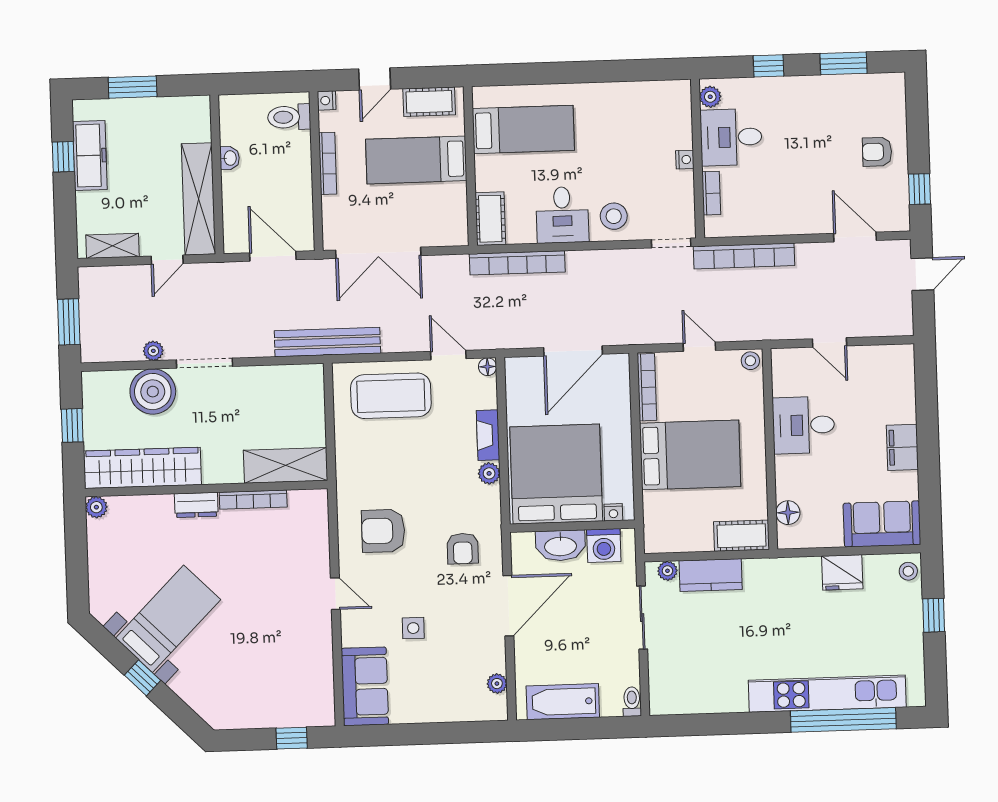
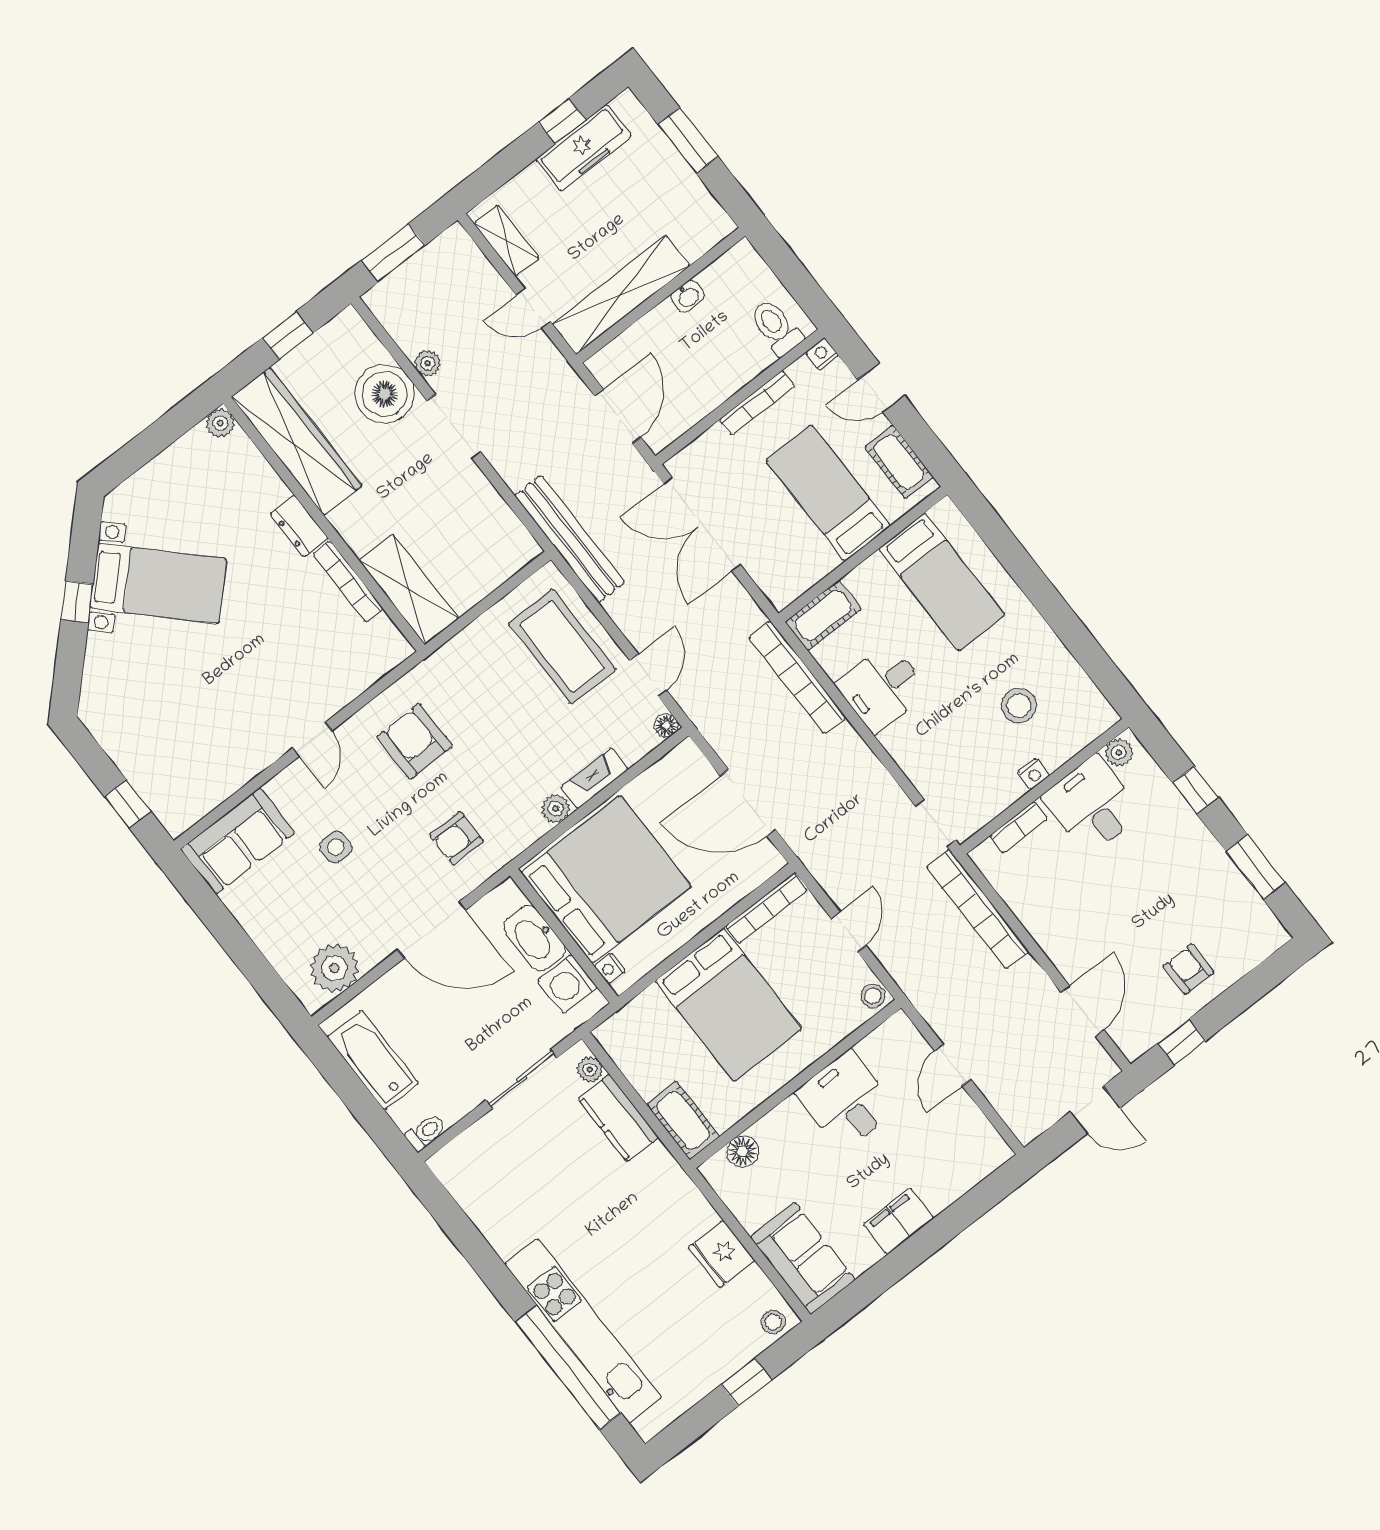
stool: (614, 216) -> (1019, 706), moved
plant: (497, 684) -> (335, 968), width x1.87, depth x1.87

